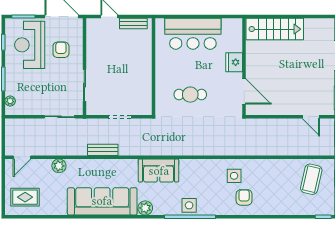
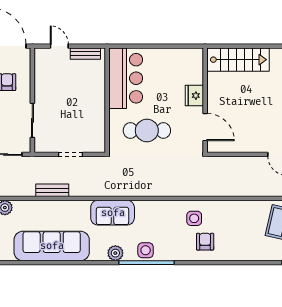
bar counter: (193, 34) -> (126, 78), moved, turned -90
cafe table: (190, 95) -> (147, 131), width x1.37, depth x1.35
plant: (145, 208) -> (115, 253), moved

